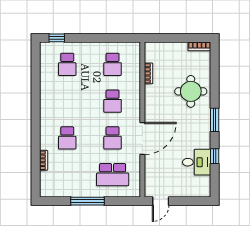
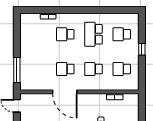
window: (57, 38) -> (142, 49), moved
school desk: (113, 175) -> (93, 34), moved
window: (88, 201) -> (17, 70), moved

